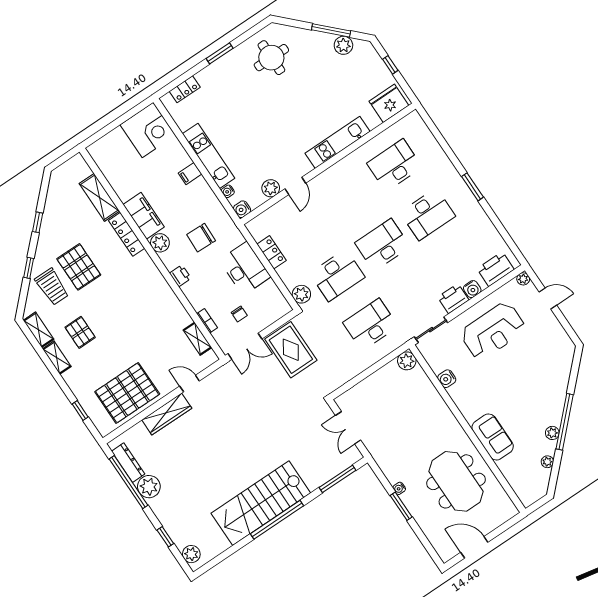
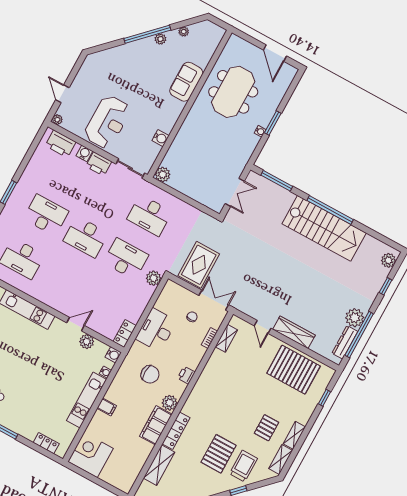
locker: (272, 252) -> (125, 334), moved
reception desk: (493, 331) -> (107, 122), turned 90

